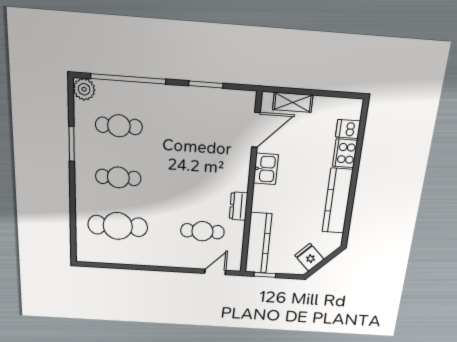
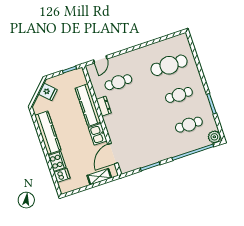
kitchen counter: (258, 243) -> (88, 105), moved

